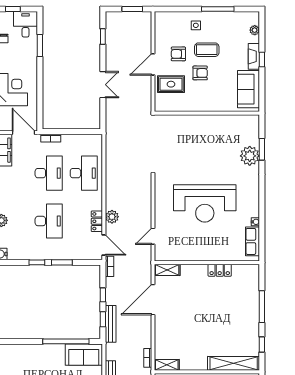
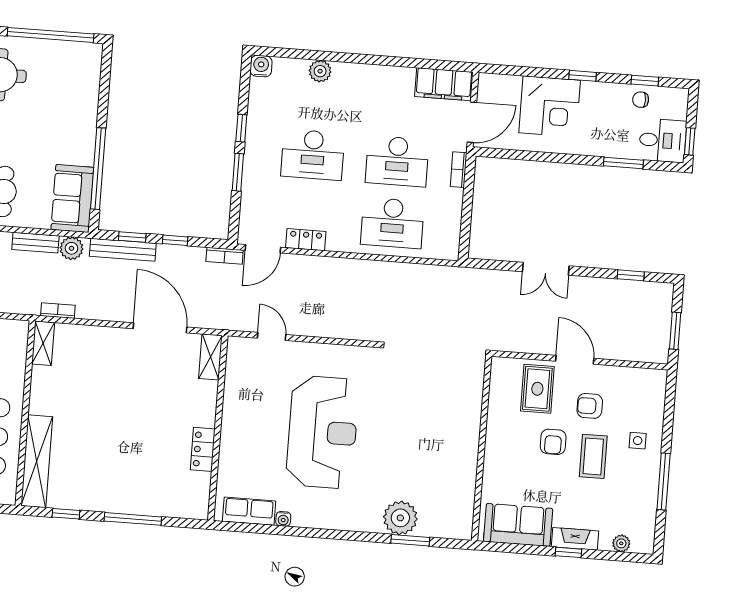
window: (13, 9) -> (690, 141), moved
armchair: (178, 54) -> (590, 406), turned -90
reception desk: (205, 203) -> (323, 432), turned 180
plant: (112, 217) -> (72, 248), moved

